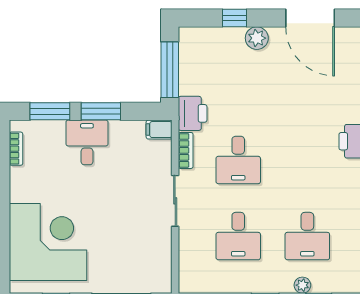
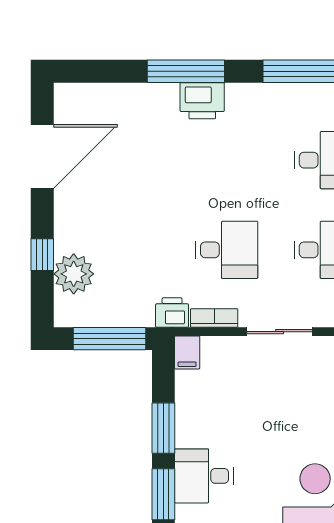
plant: (257, 38) -> (74, 274), moved, width x1.36, depth x1.36
printer: (193, 113) -> (172, 313), width x0.73, depth x0.81
desk: (87, 142) -> (204, 476), moved

